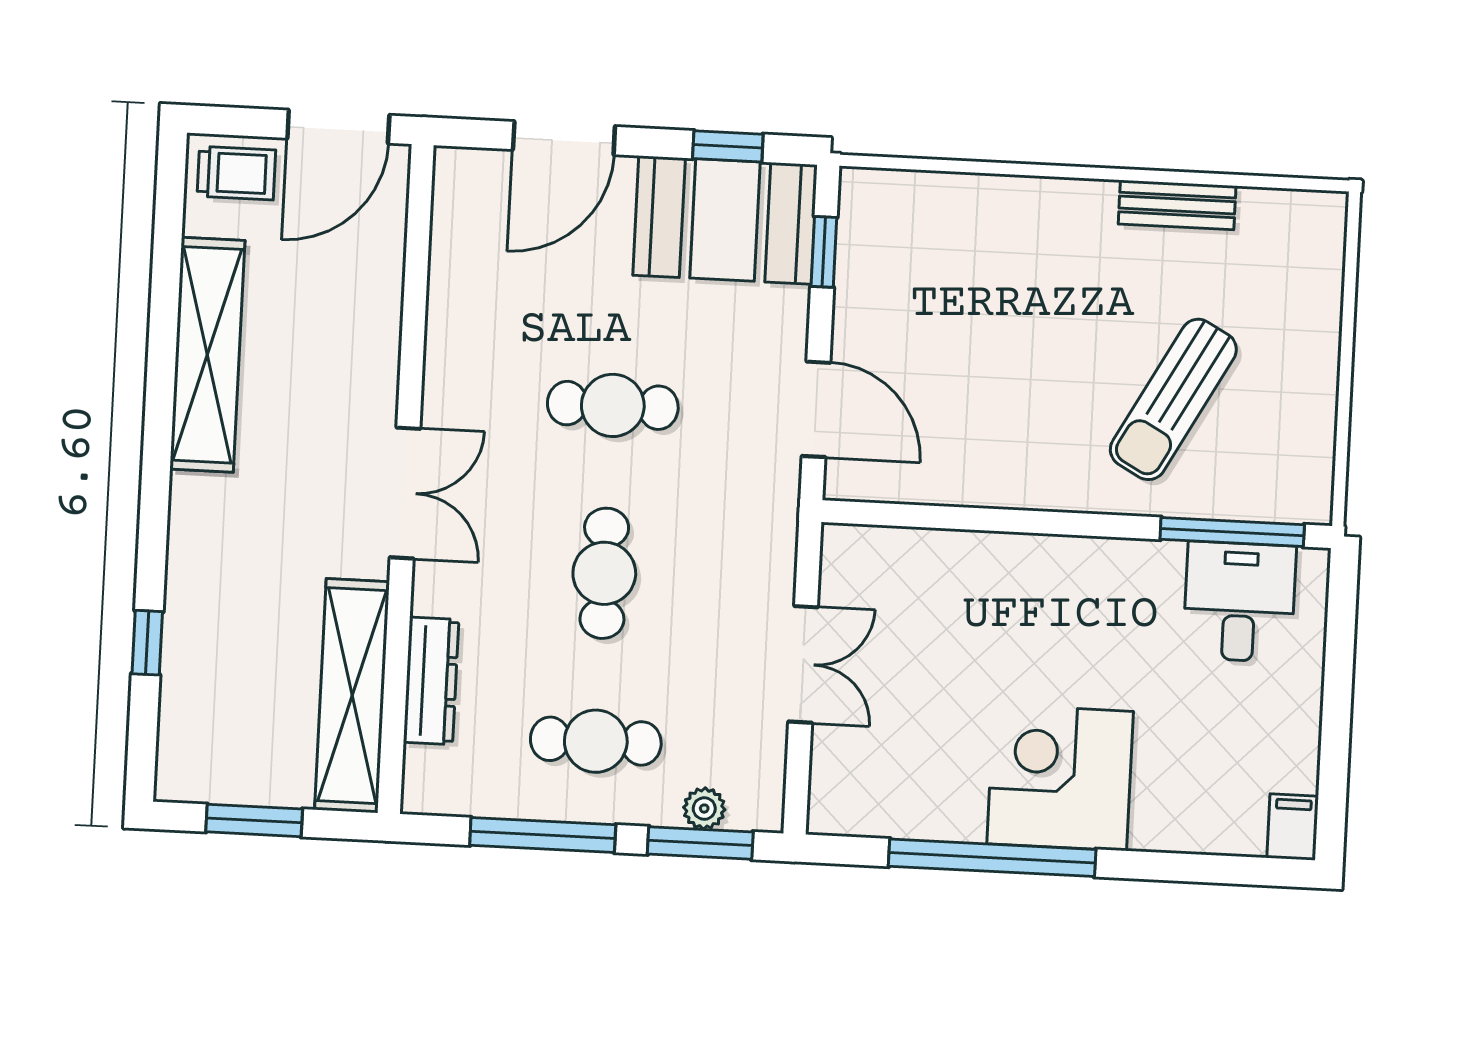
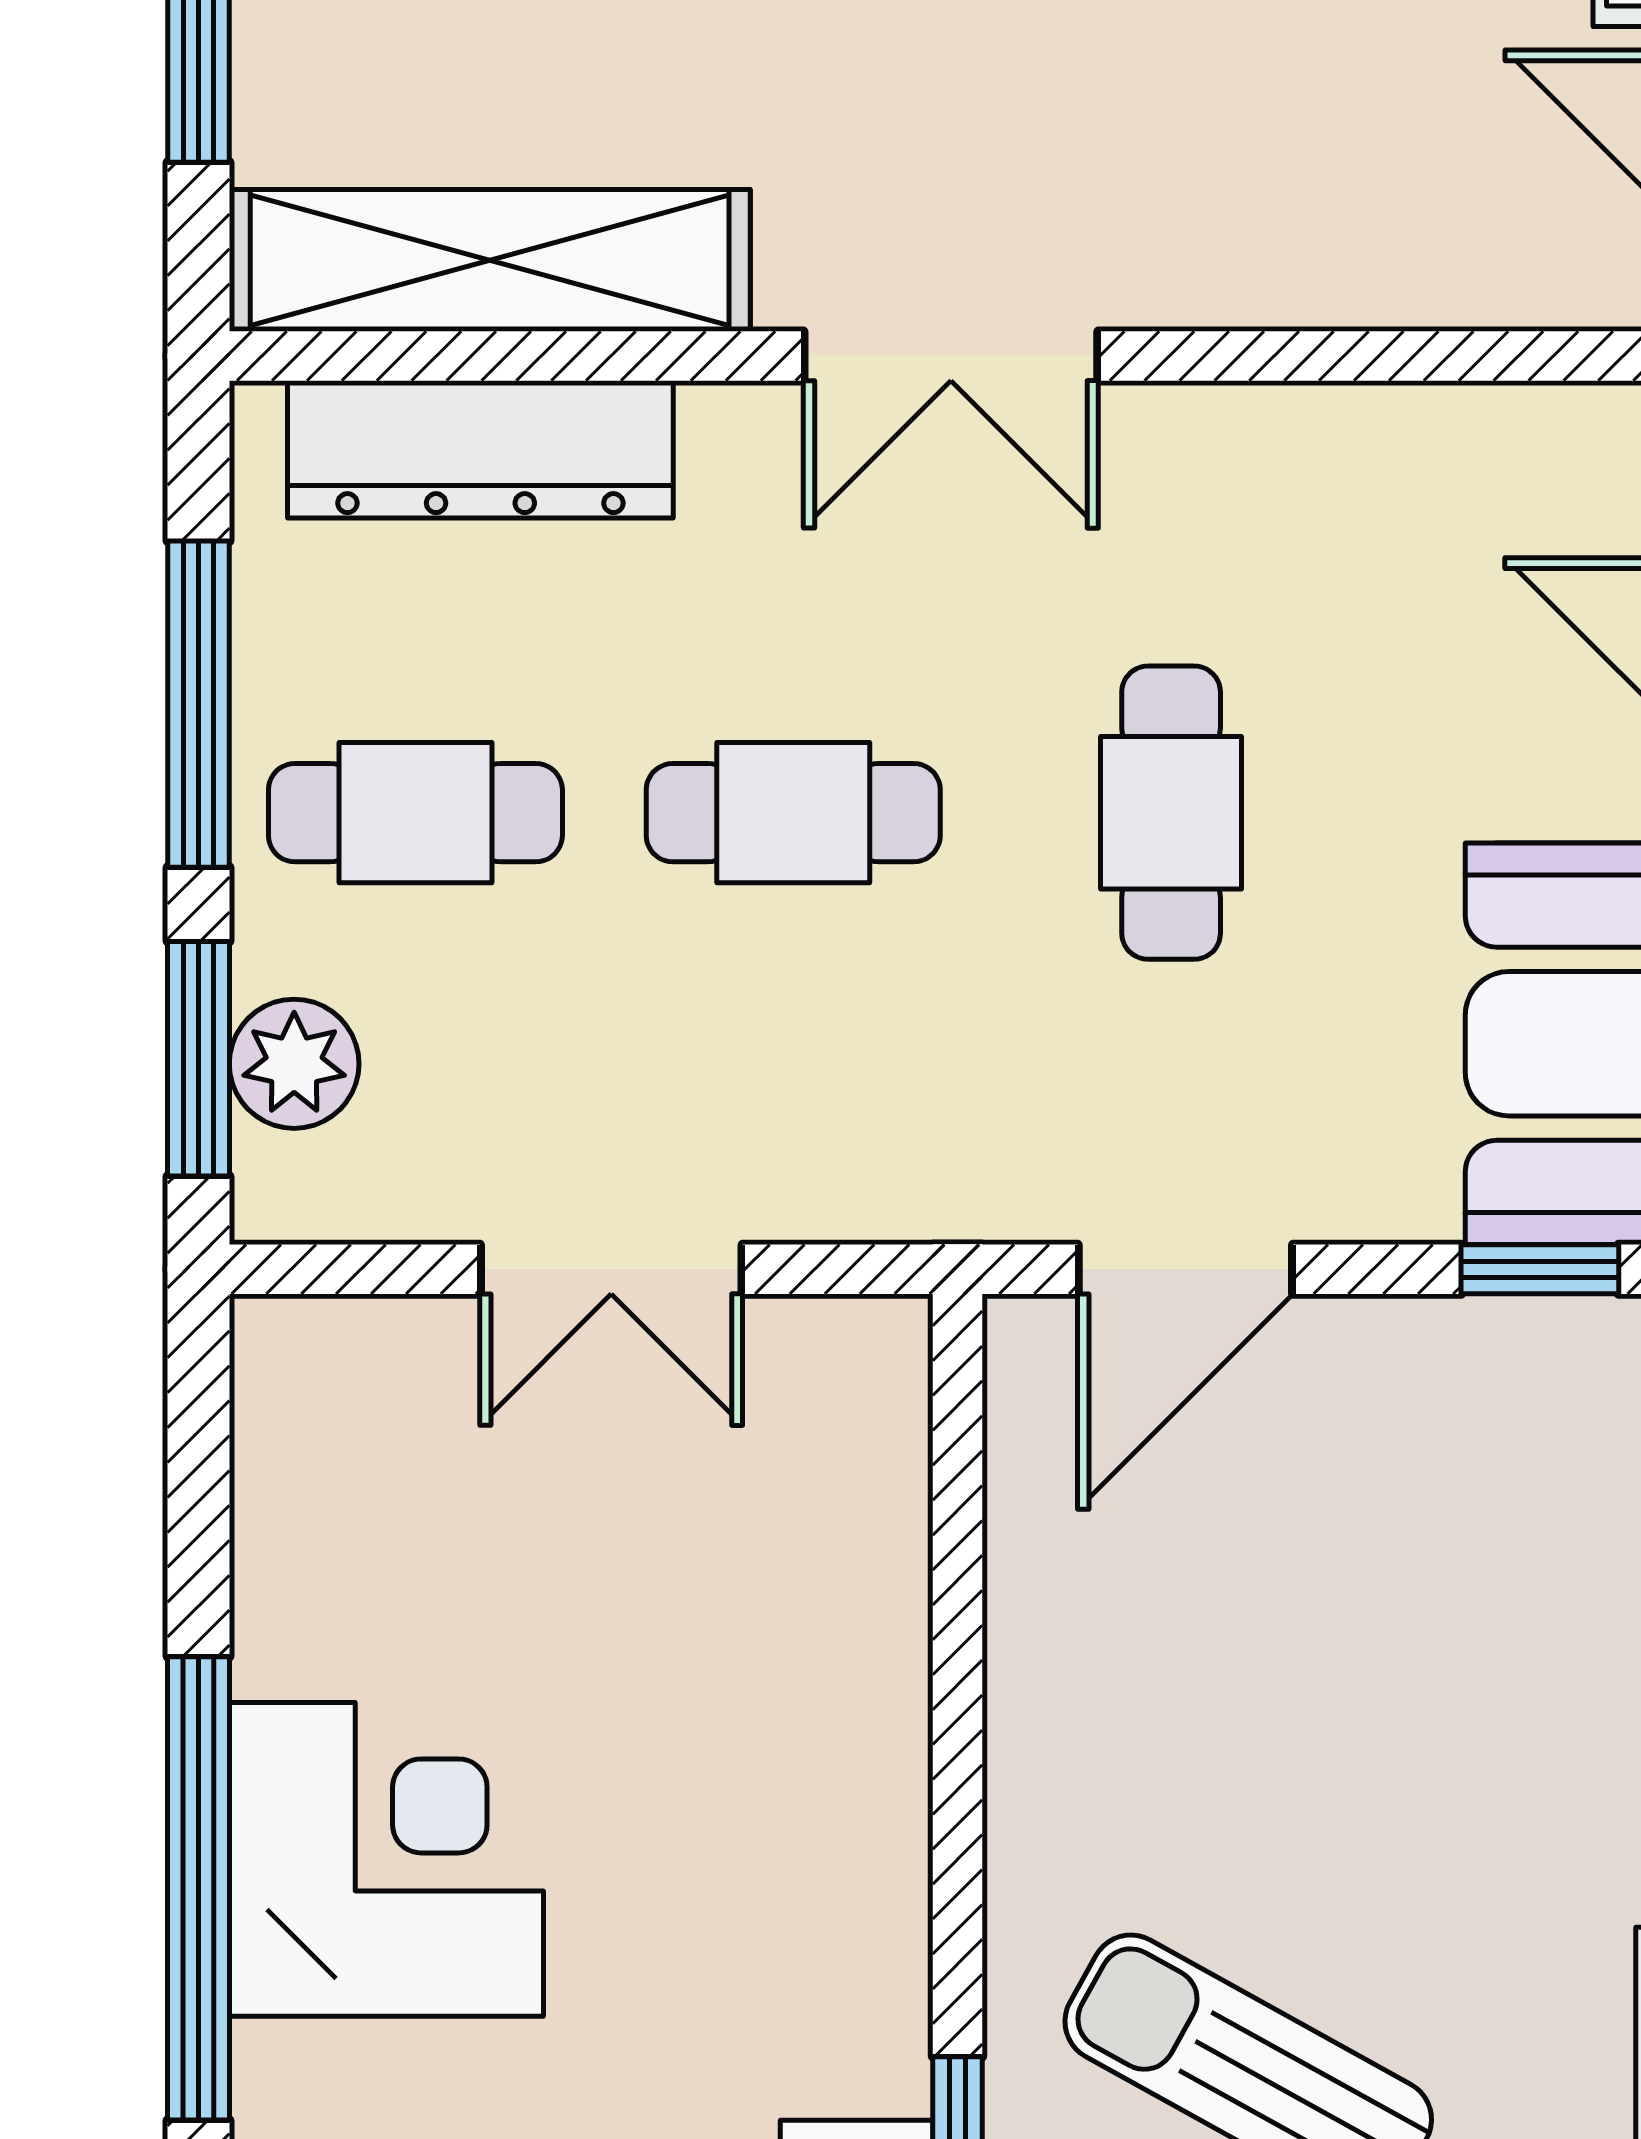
dresser: (431, 681) -> (480, 449), width x1.37, depth x1.24
cafe table: (596, 741) -> (415, 813), turned 90
plant: (704, 809) -> (294, 1064), width x1.38, depth x1.38
window: (992, 858) -> (199, 1888), moved

